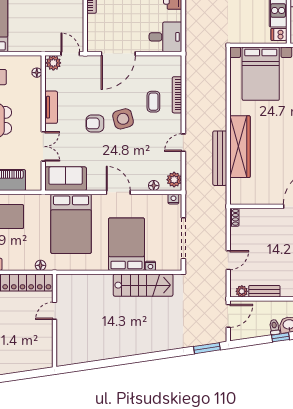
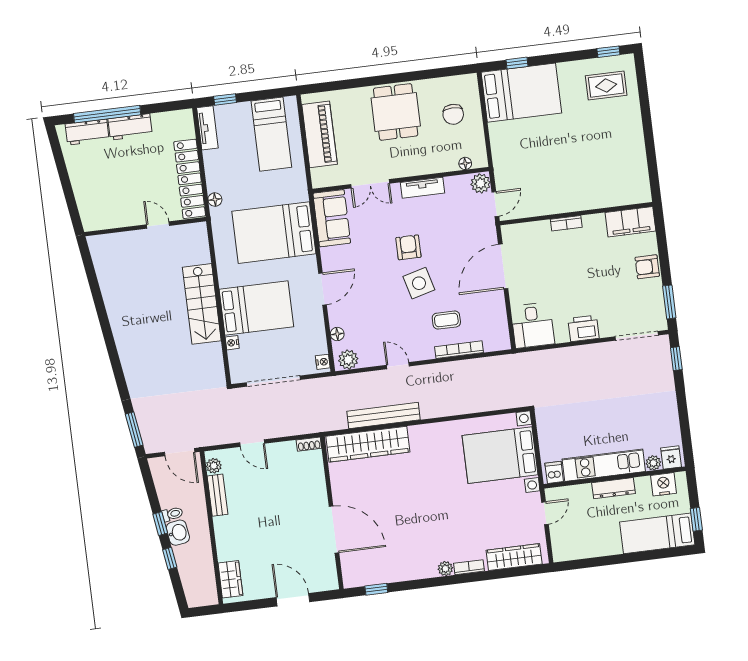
door: (118, 54) -> (503, 266), hinge flipped
wardrobe: (240, 147) -> (368, 444), moved
stairs: (143, 285) -> (202, 304), moved

